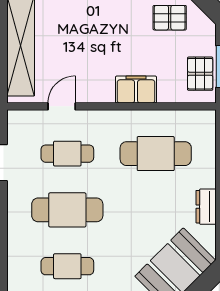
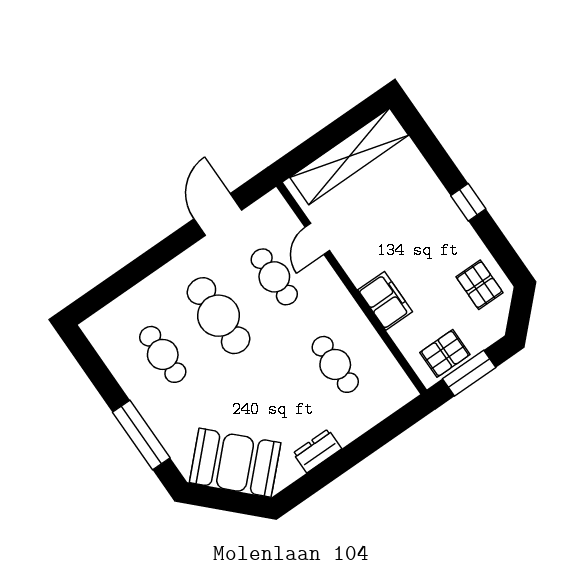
door: (62, 106) -> (317, 239), swing flipped
cafe table: (156, 154) -> (335, 364), width x0.73, depth x0.74

